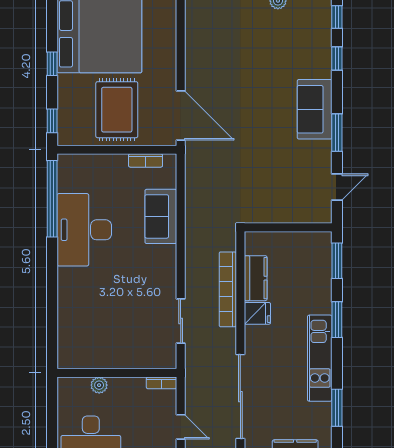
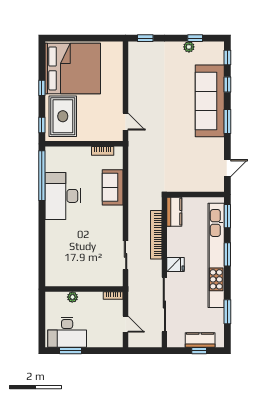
sofa: (315, 109) -> (210, 101), width x1.85, depth x1.27
rug: (117, 110) -> (63, 116), moved
door: (181, 116) -> (126, 122), width x0.53
window: (337, 133) -> (227, 122), moved
kitchen counter: (256, 278) -> (174, 212), moved
fridge: (257, 313) -> (176, 264), moved
kitchen unit: (320, 358) -> (216, 255), width x1.86

